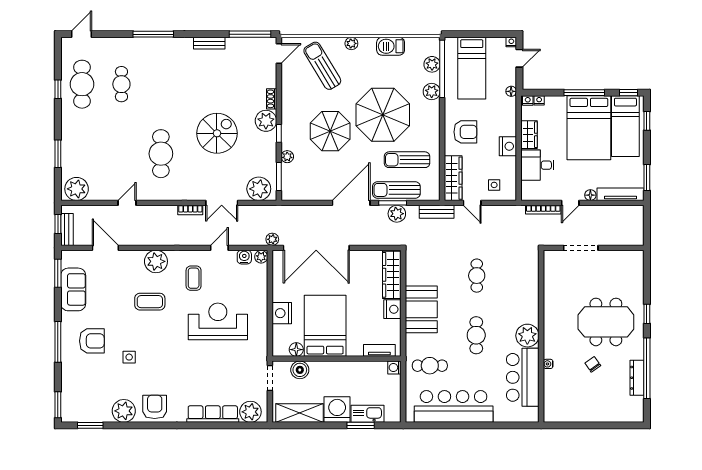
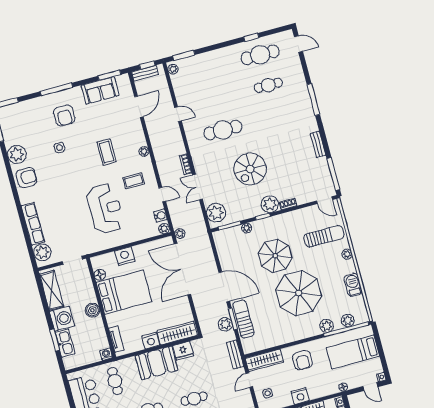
sun lounger: (322, 66) -> (324, 236), turned 31
spiral stairs: (217, 133) -> (250, 169), turned 90
window: (58, 154) -> (184, 55), moved
sun lounger: (407, 160) -> (269, 321), removed
plant: (77, 189) -> (173, 69), width x0.53, depth x0.53
plant: (156, 261) -> (144, 151), width x0.53, depth x0.53
fridge: (415, 273) -> (183, 351), added
boiler: (300, 370) -> (92, 310), moved

